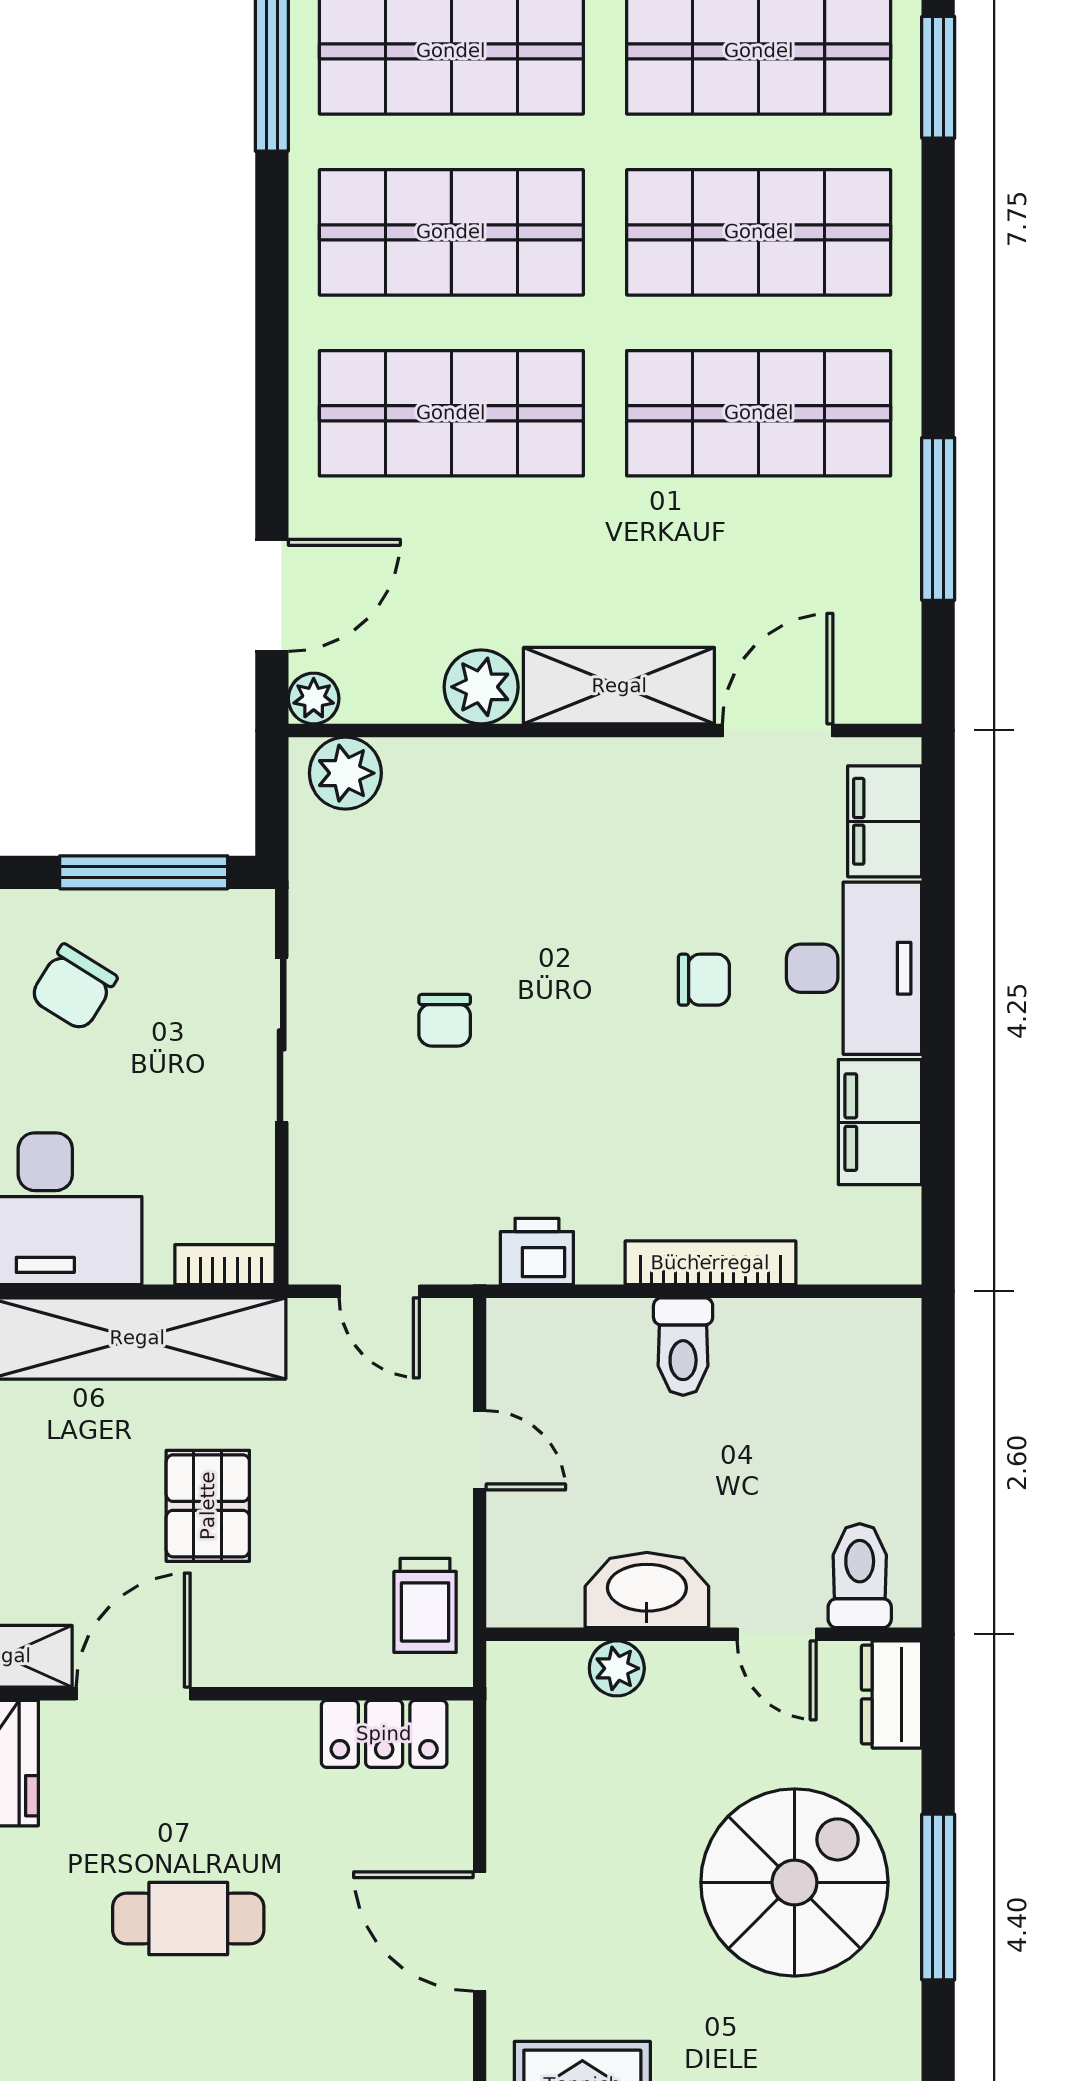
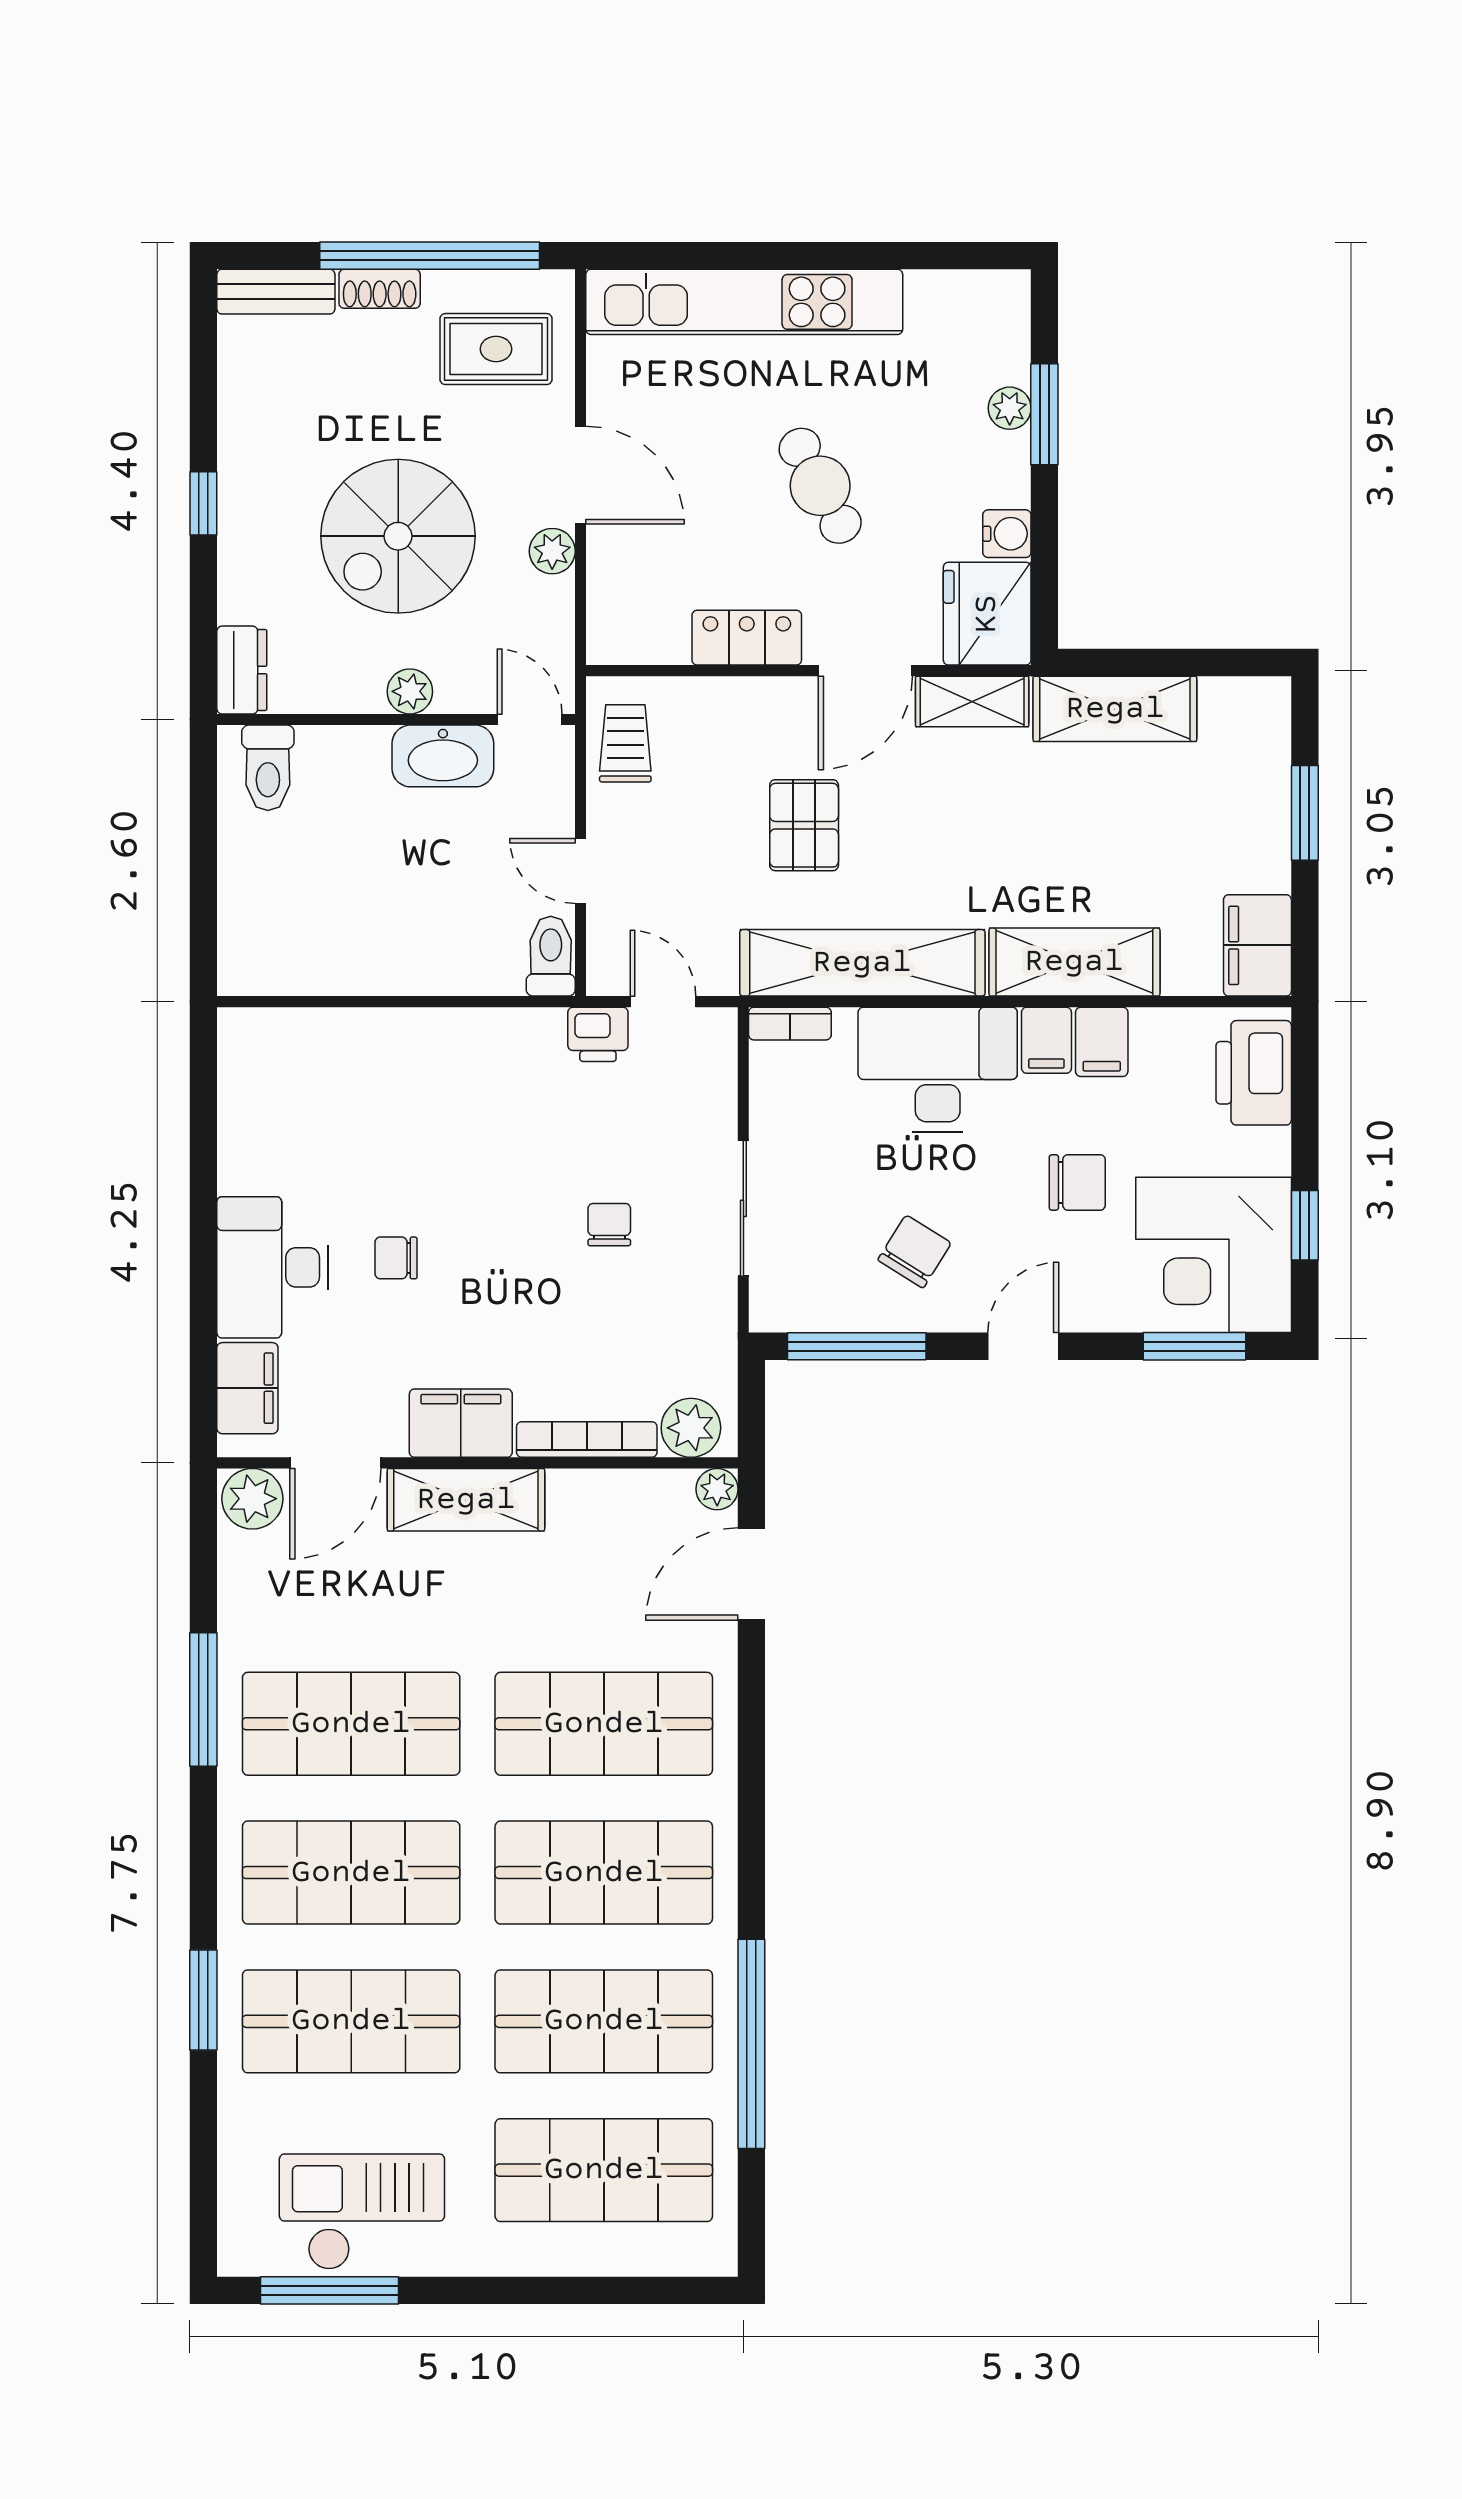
window: (938, 519) -> (203, 1700), moved
plant: (481, 687) -> (252, 1499), moved
filing cabinet: (880, 1122) -> (461, 1423), moved, turned -90
printer: (537, 1251) -> (598, 1034), moved
bookcase: (710, 1263) -> (587, 1439), moved, turned 180
toilet: (683, 1347) -> (551, 956), moved
door: (777, 1634) -> (530, 720), moved
plant: (617, 1668) -> (410, 691), moved
locker: (384, 1734) -> (747, 638), moved
plant: (514, 1839) -> (552, 551), added
spiral stairs: (794, 1882) -> (398, 536), moved
window: (938, 1897) -> (203, 503), width x0.46
cafe table: (188, 1919) -> (820, 486), turned 62

